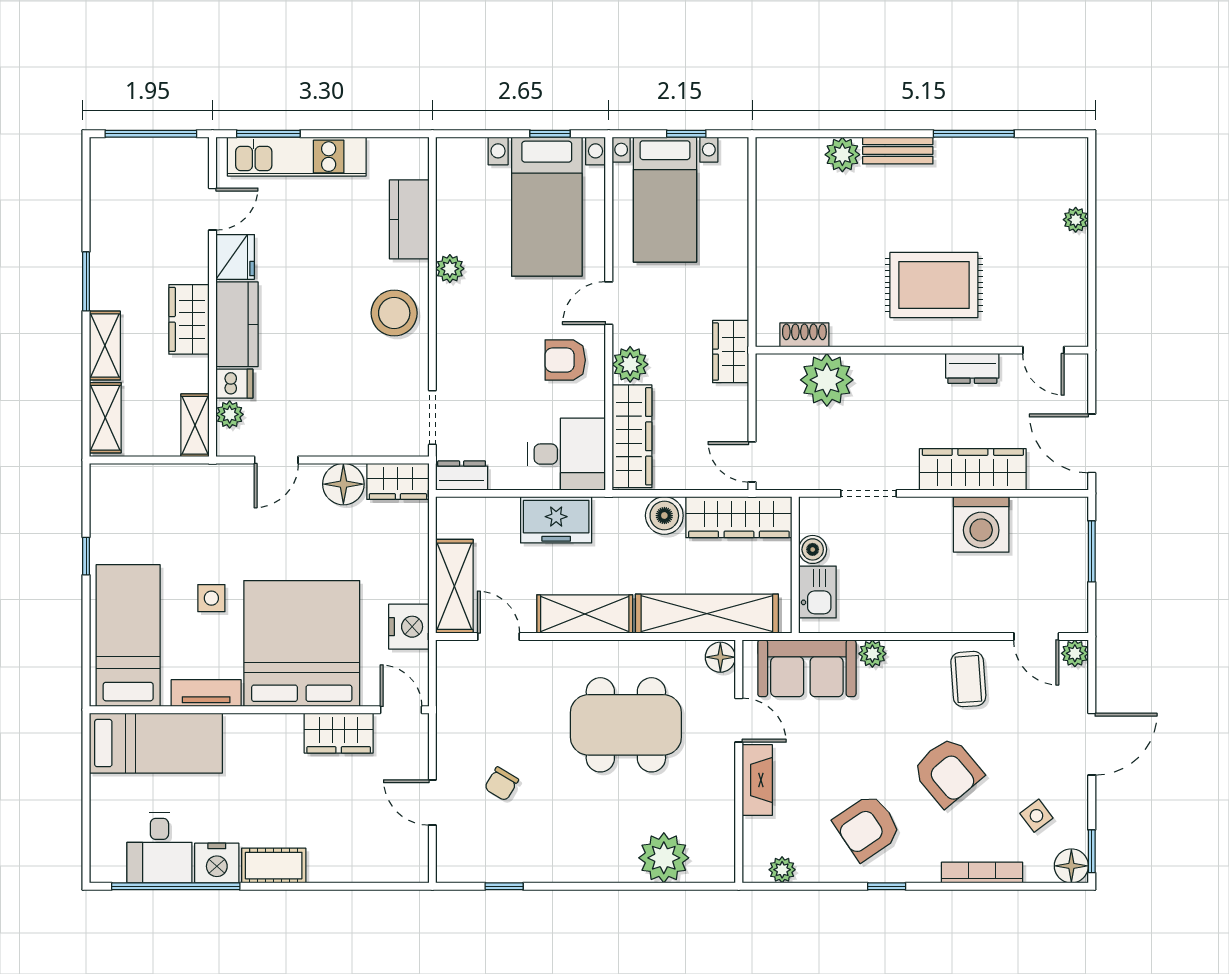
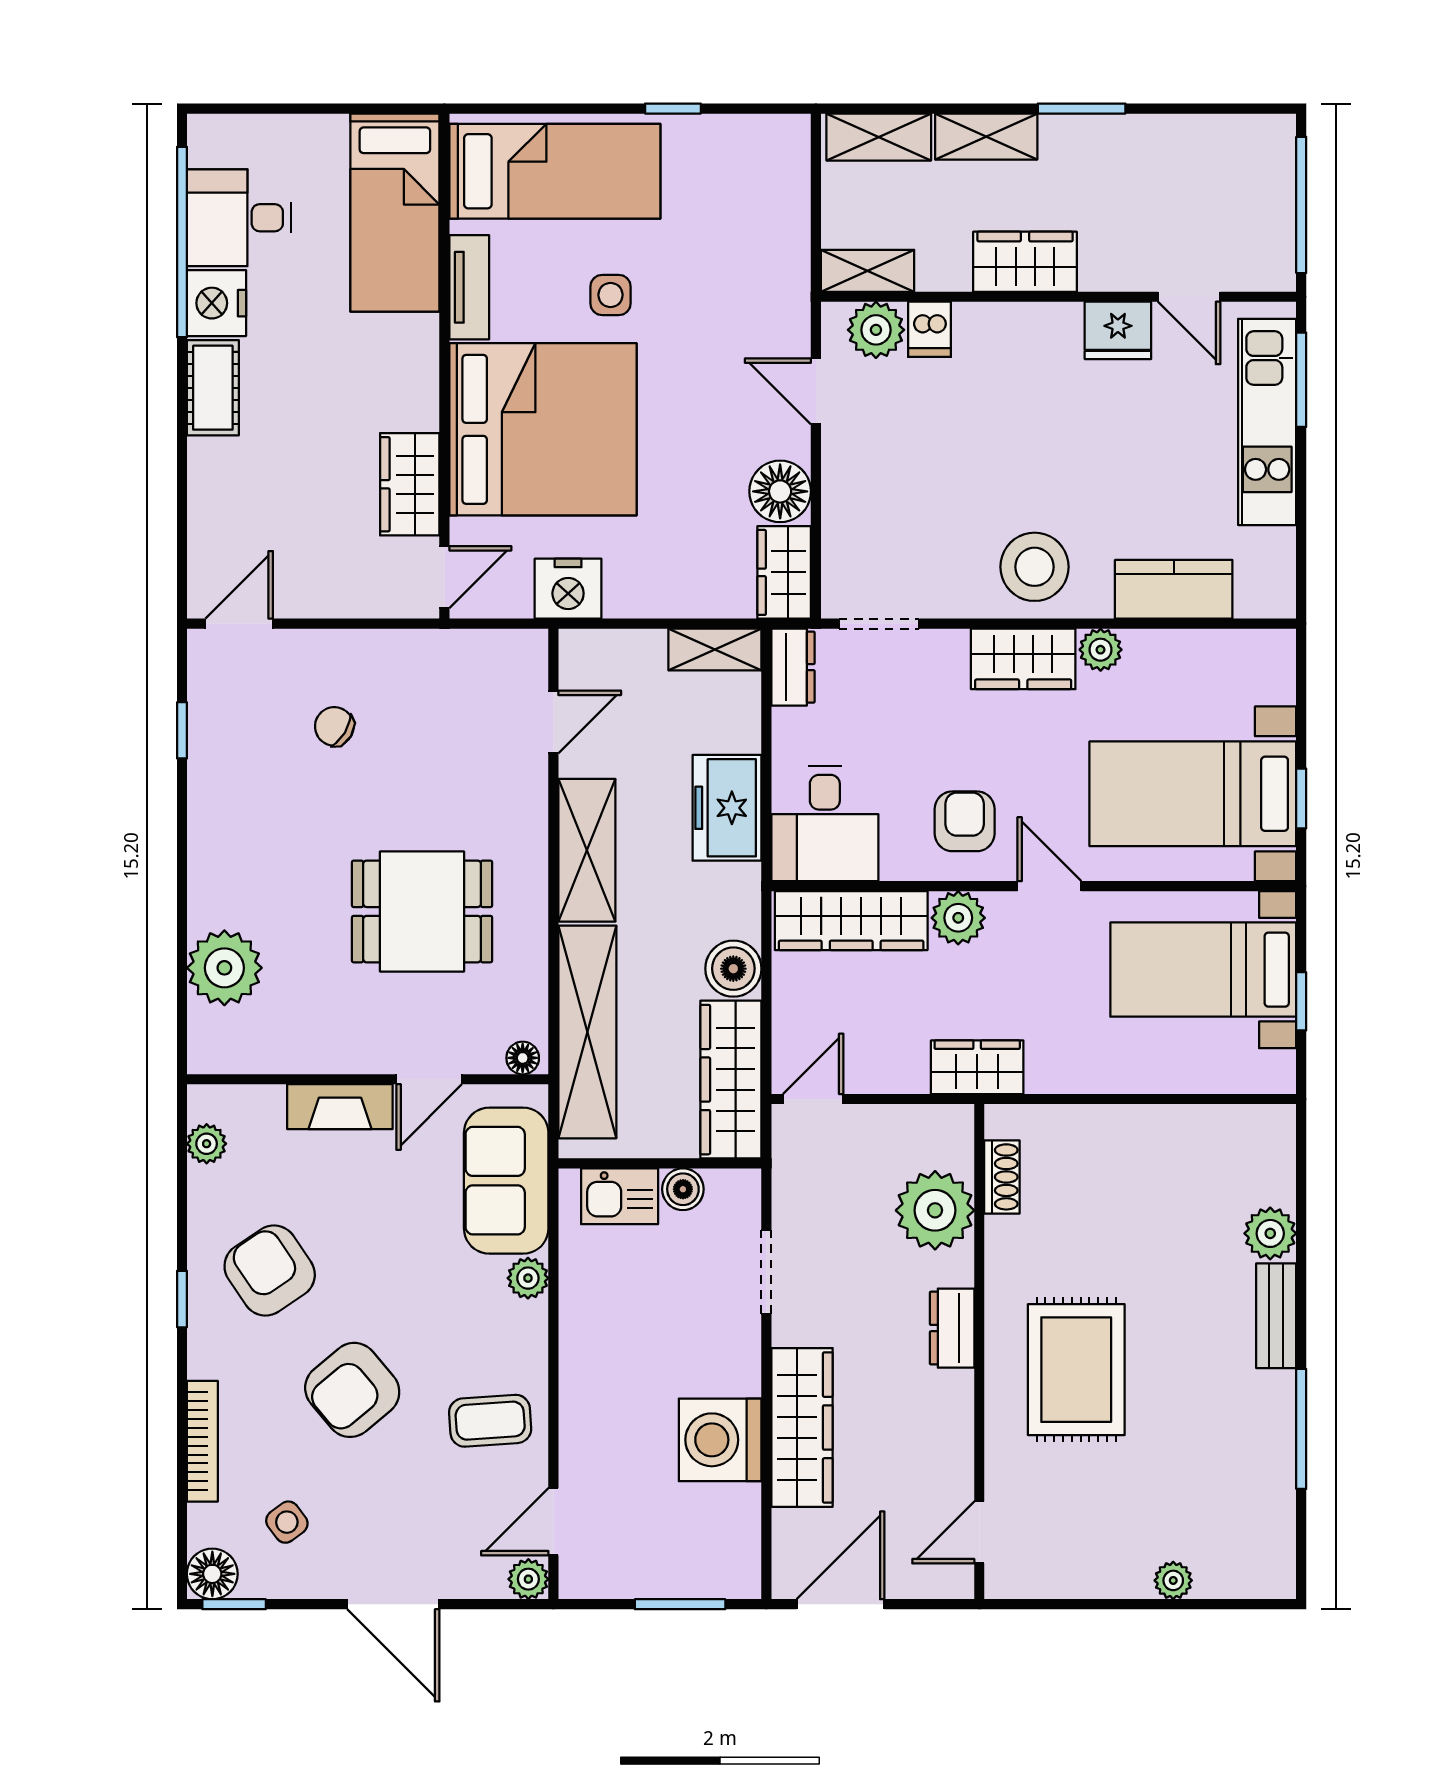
wardrobe: (456, 321) -> (1023, 659), added
kitchen counter: (237, 324) -> (1018, 333), removed
dresser: (972, 368) -> (952, 1328), moved
plant: (230, 414) -> (876, 330), width x1.38, depth x1.38
shelving: (454, 586) -> (715, 649), moved, width x0.67, depth x0.75
floor lamp: (720, 657) -> (523, 1058), width x0.73, depth x0.73
dining table: (626, 725) -> (422, 911), width x0.73
door: (432, 802) -> (239, 624), moved

